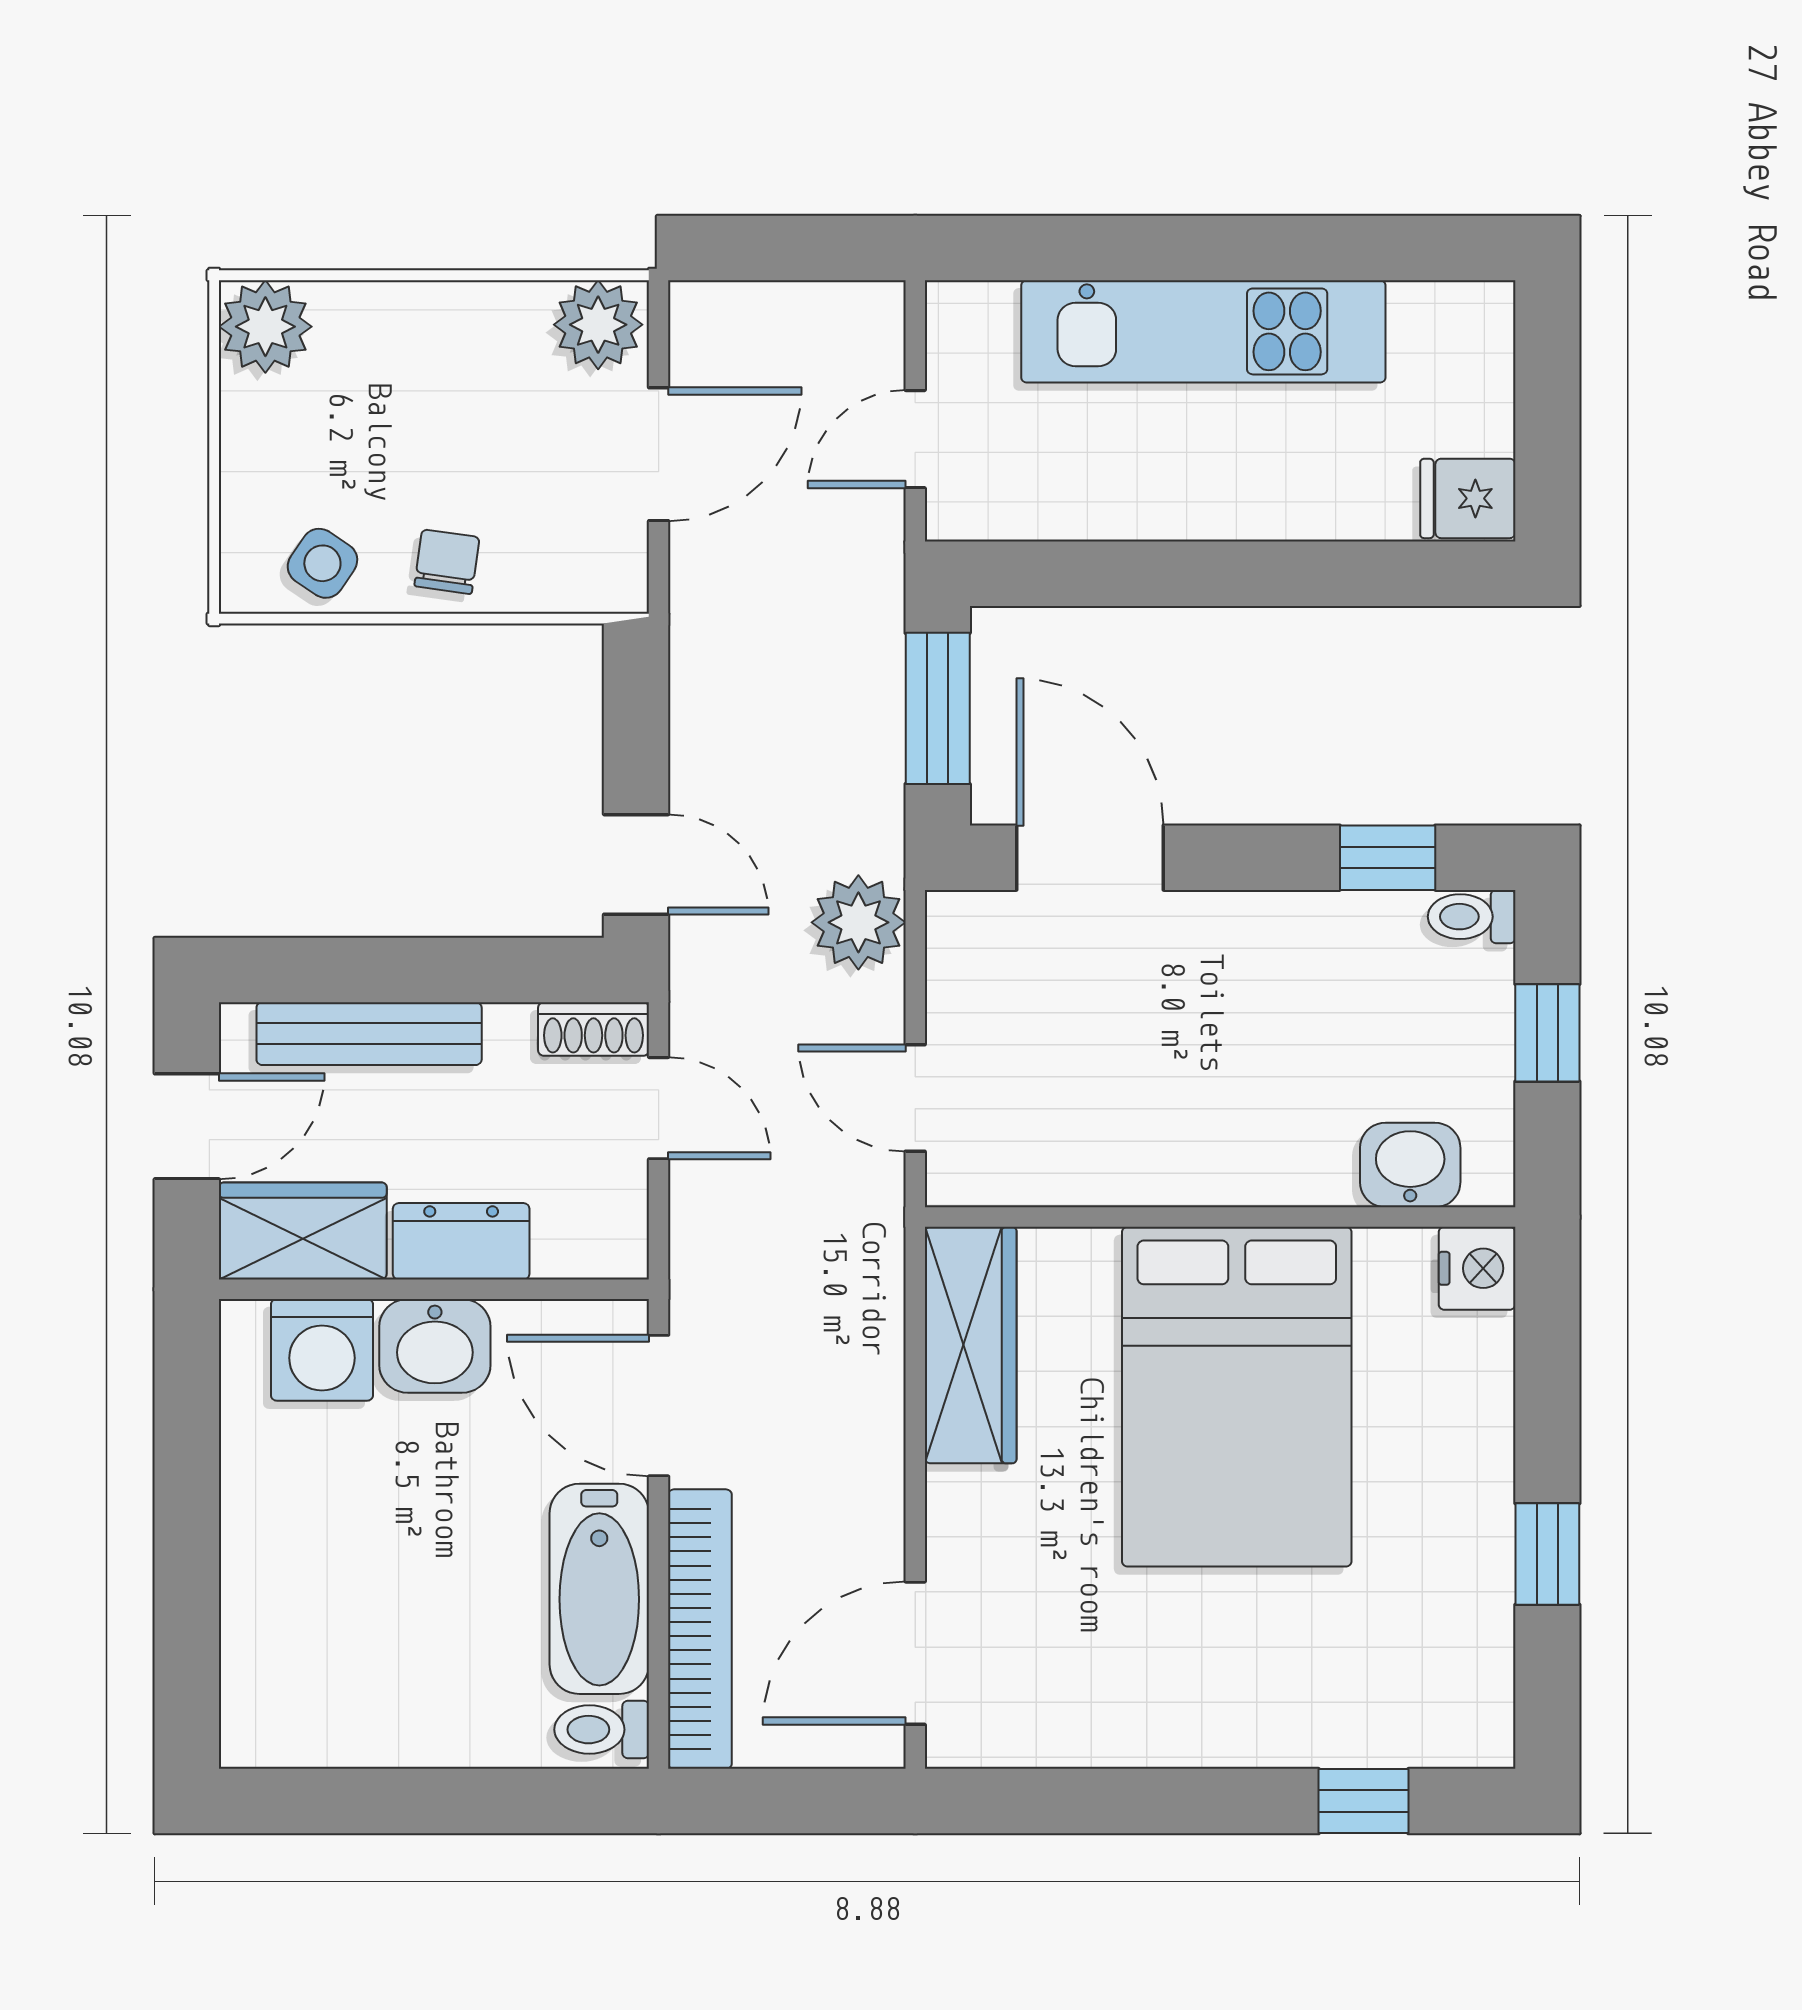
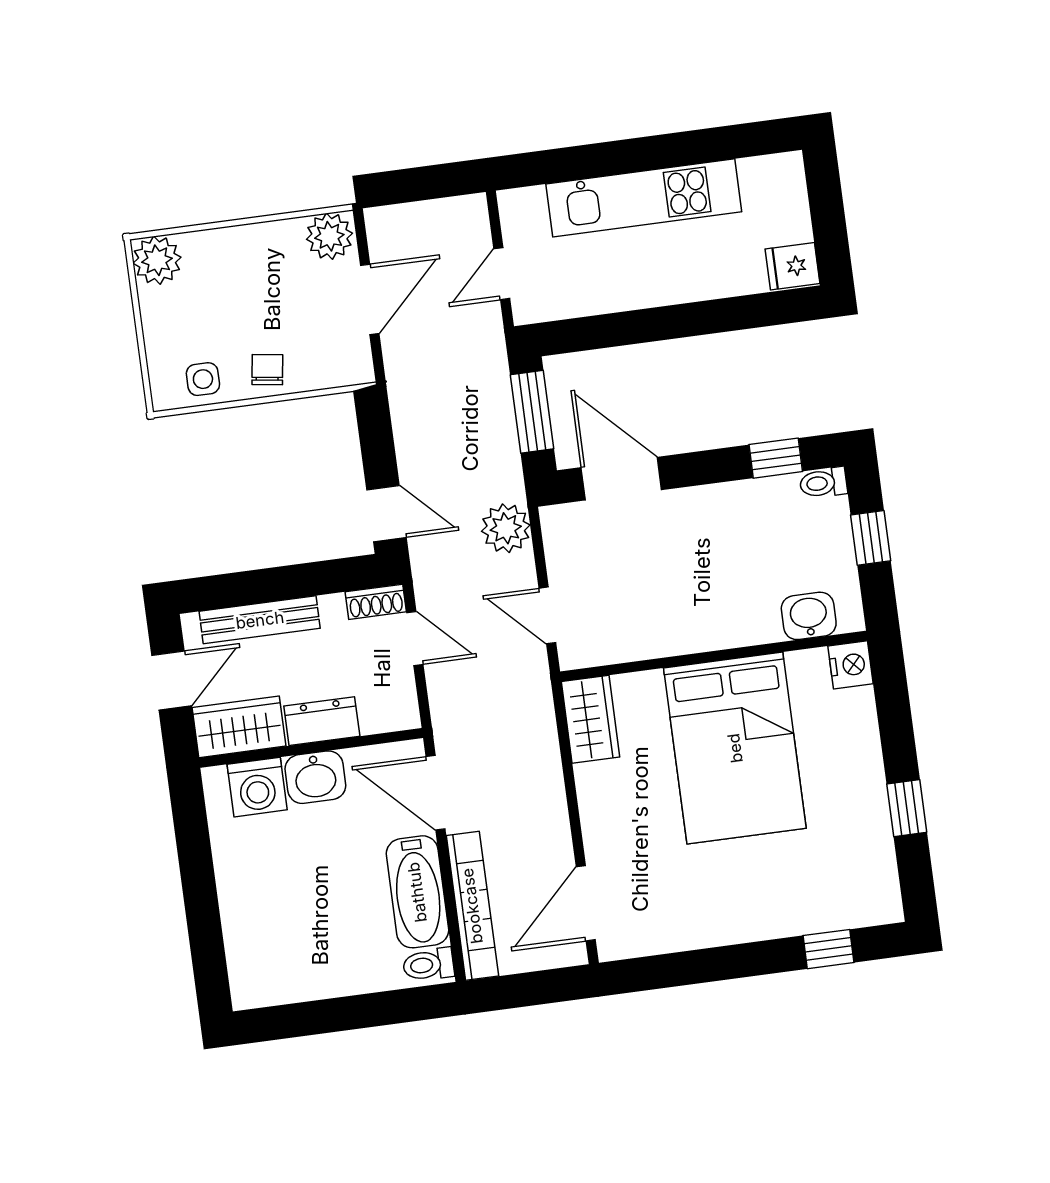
side table: (322, 563) -> (203, 379), turned -34
wardrobe: (971, 1345) -> (590, 719), width x0.67

